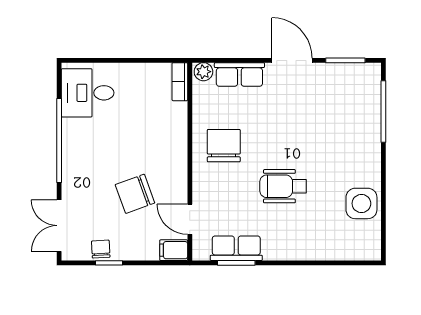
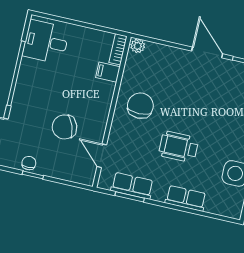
row of seats: (239, 74) -> (186, 198), moved, turned 180
filing cabinet: (174, 250) -> (108, 72), moved

